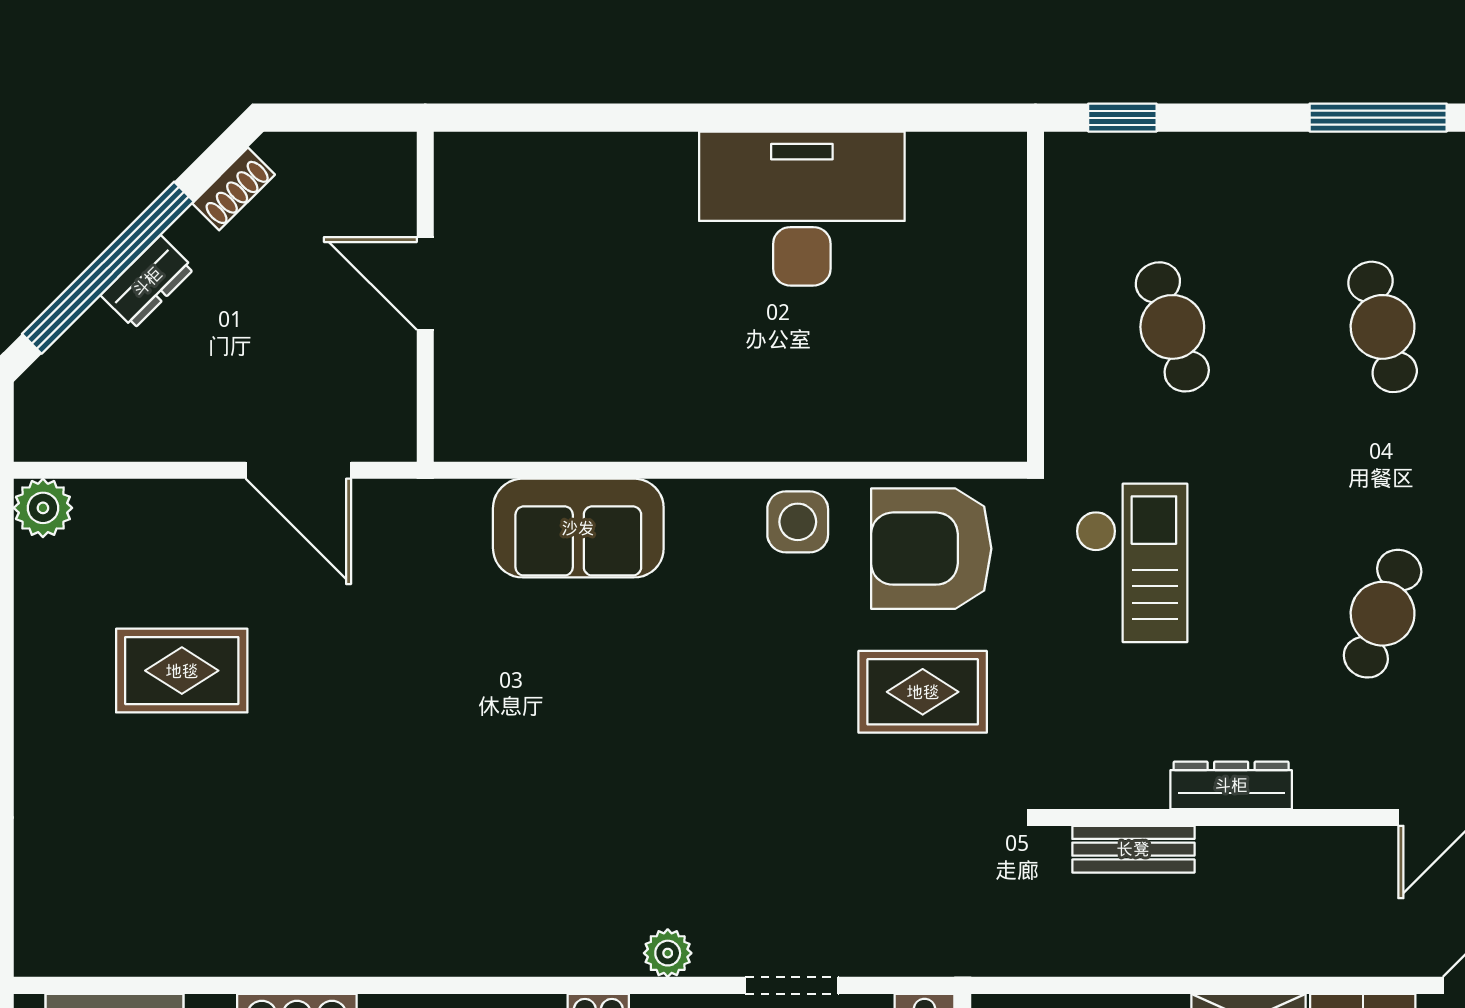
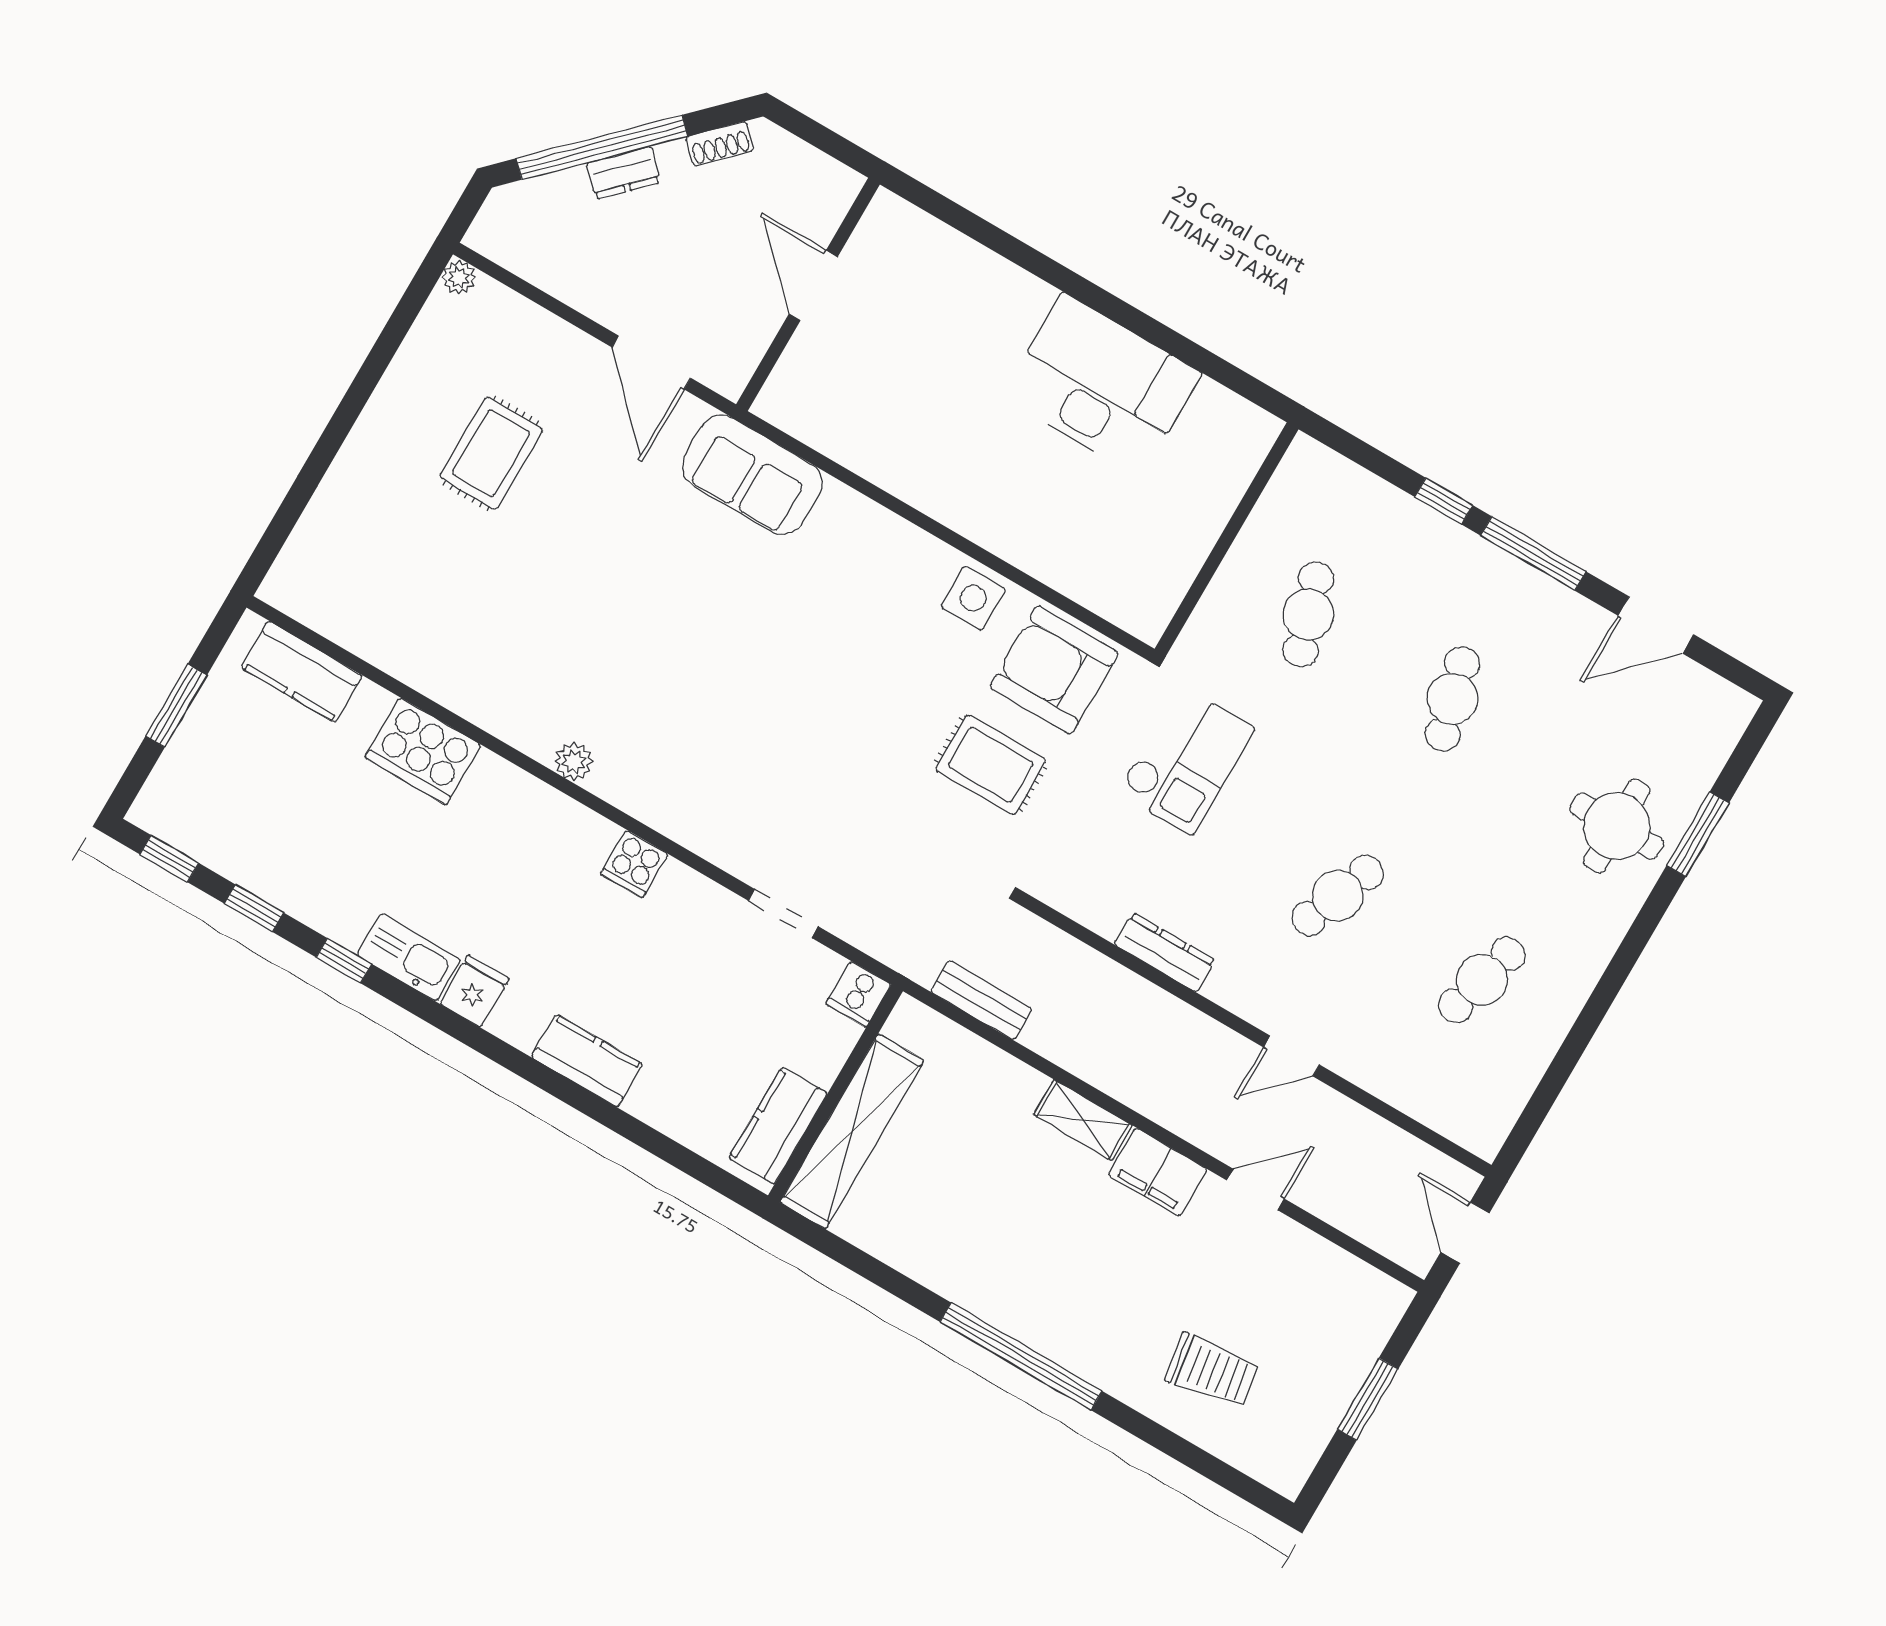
window: (1122, 118) -> (1444, 501), moved
plant: (43, 508) -> (459, 277), width x0.73, depth x0.73
sofa: (578, 528) -> (752, 475), moved
rug: (182, 671) -> (491, 453), turned 90
bench: (1133, 849) -> (981, 1000), moved
plant: (668, 953) -> (574, 761), moved

